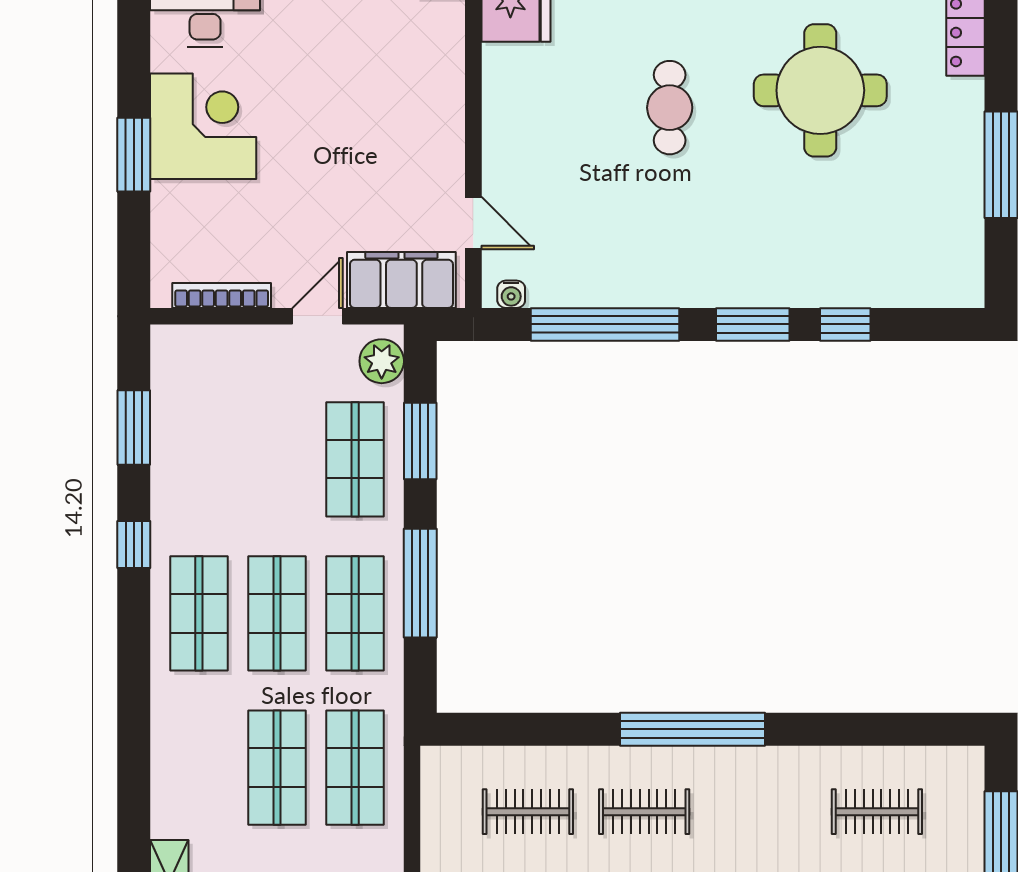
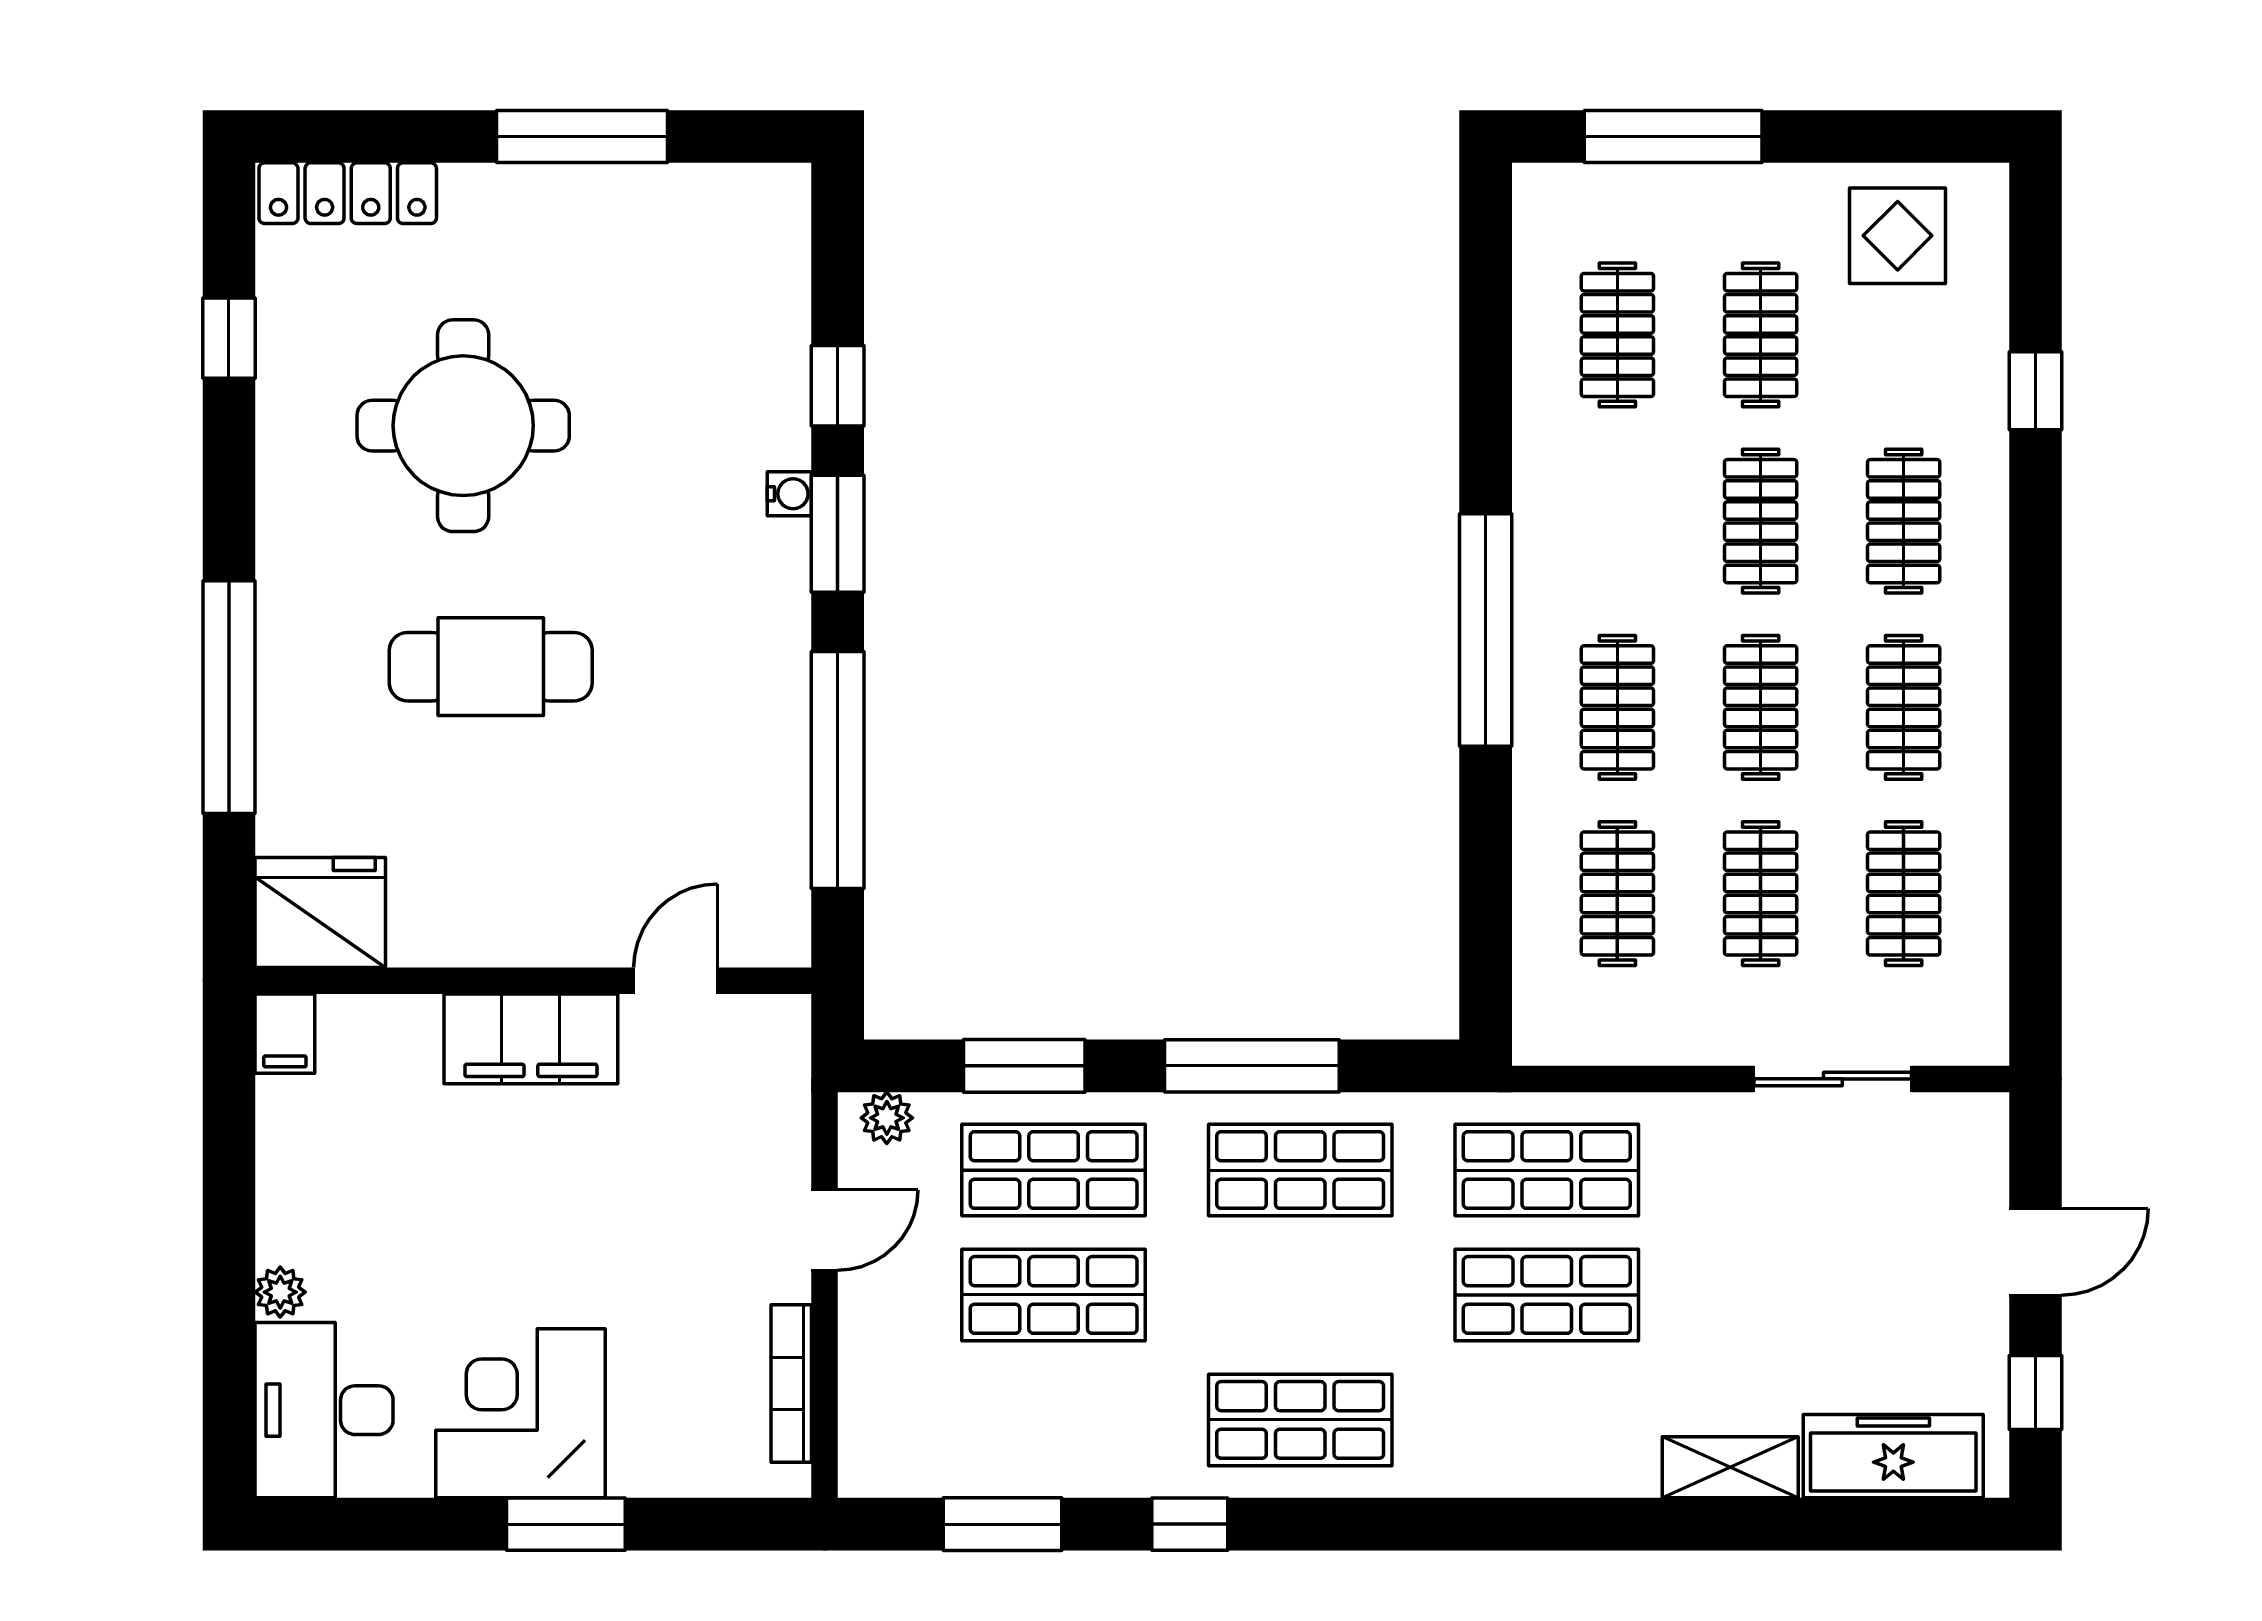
cafe table: (670, 108) -> (491, 667), width x1.37, depth x1.35
filing cabinet: (401, 280) -> (531, 1039), moved, turned -90
water cooler: (511, 294) -> (789, 494), moved
door: (318, 316) -> (825, 1230), swing flipped
plant: (382, 361) -> (887, 1118), width x0.73, depth x0.73
shop shelf: (277, 613) -> (1054, 1295), moved

